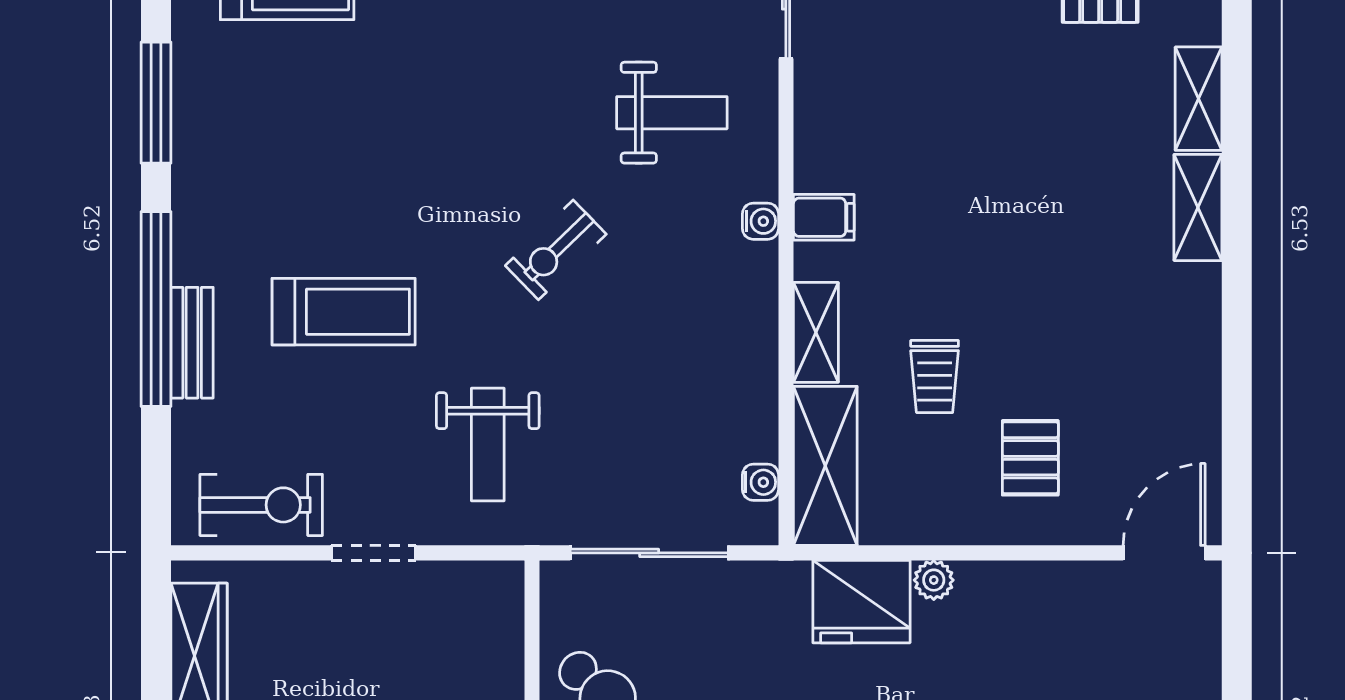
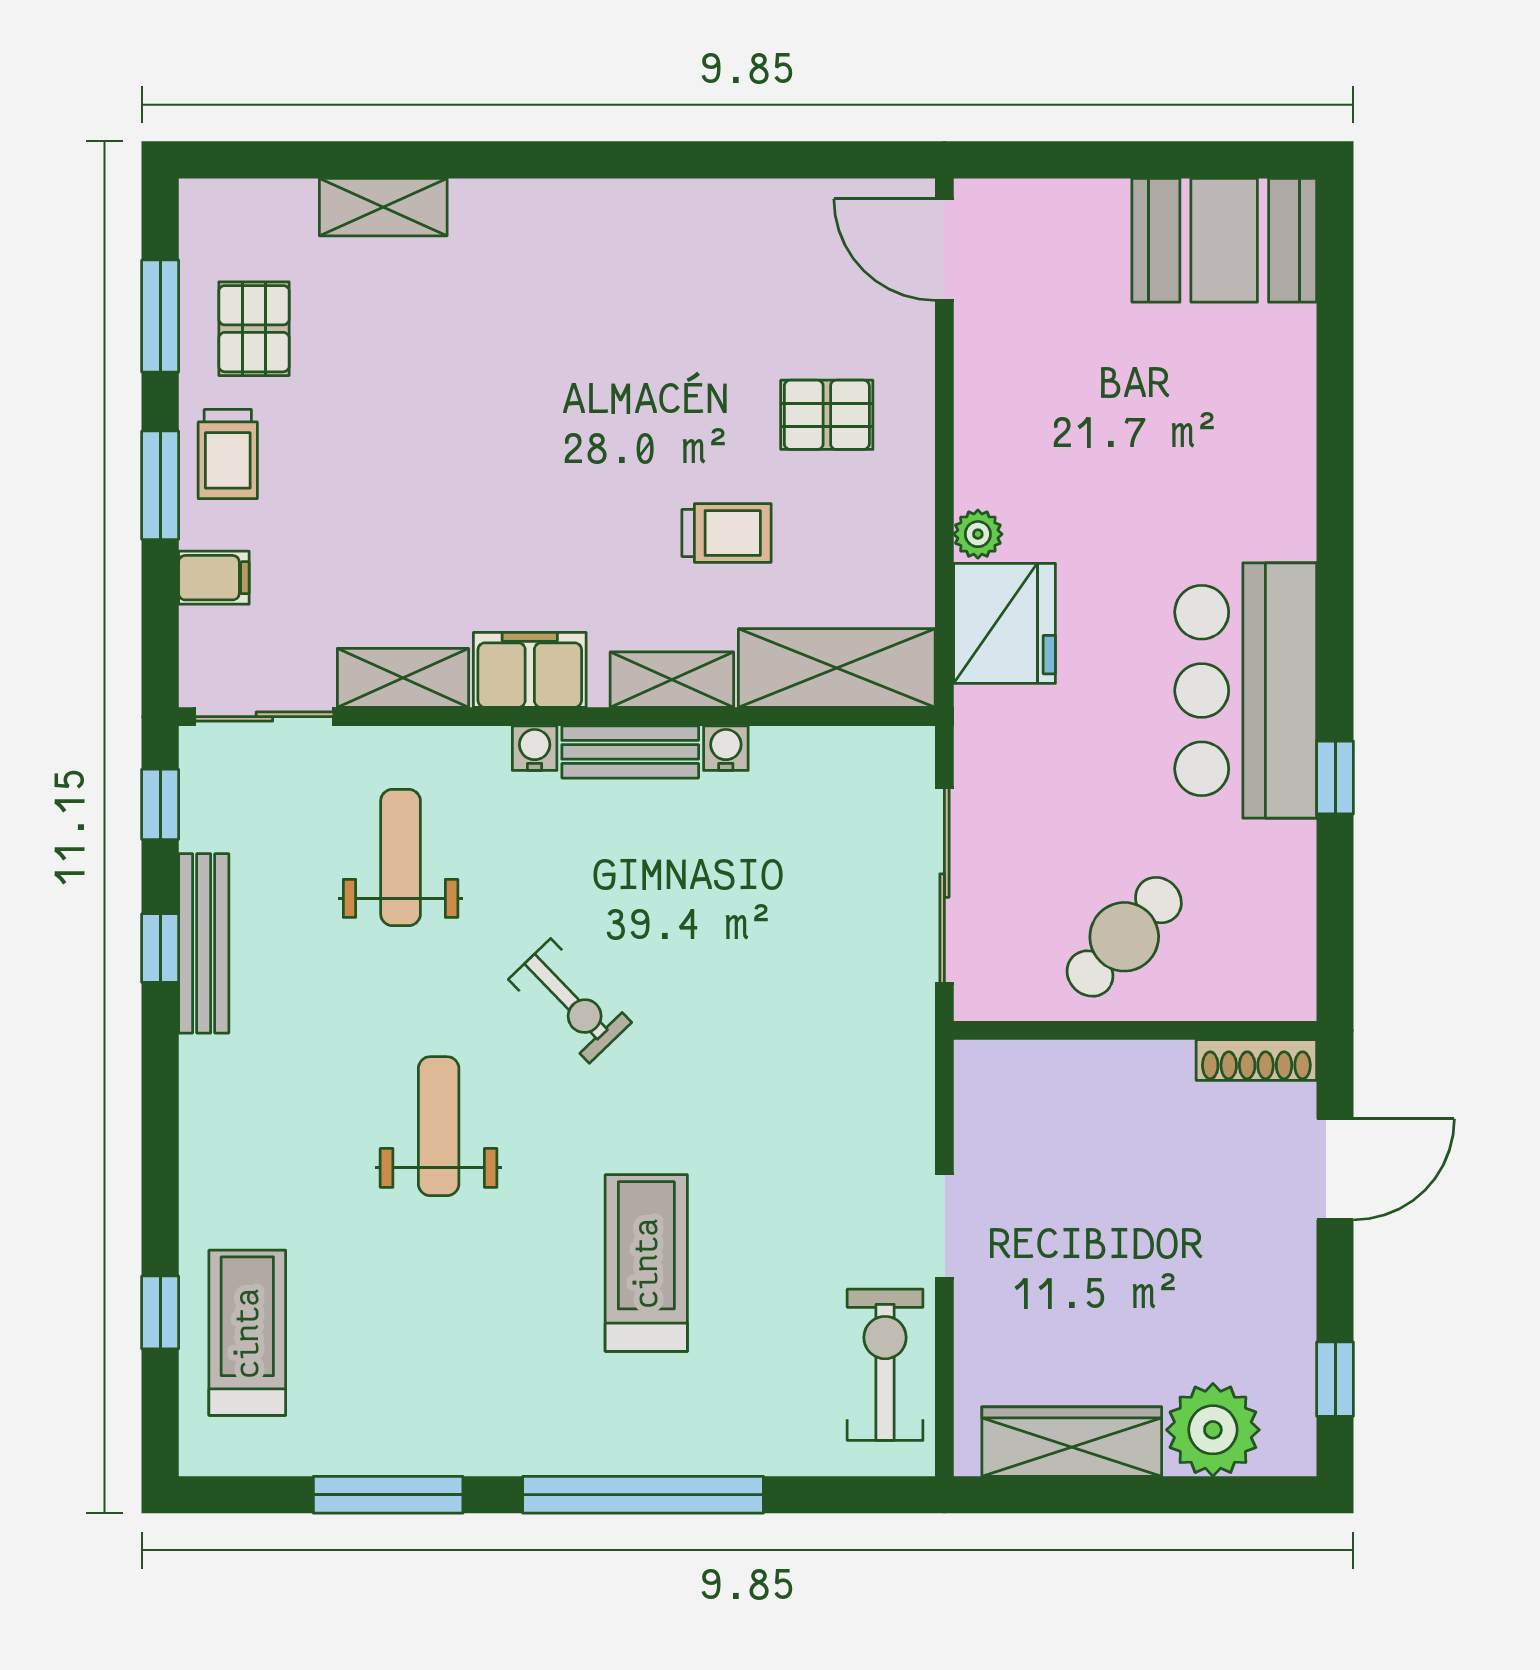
shelving: (1198, 207) -> (403, 678), moved
filing cabinet: (824, 217) -> (530, 670), width x2.00
bench: (192, 343) -> (630, 752), moved
weight bench: (488, 444) -> (439, 1126), moved, turned -90
water cooler: (760, 482) -> (726, 748), moved

